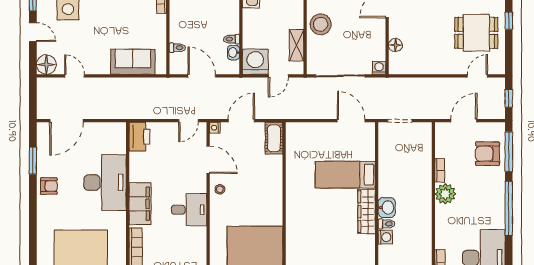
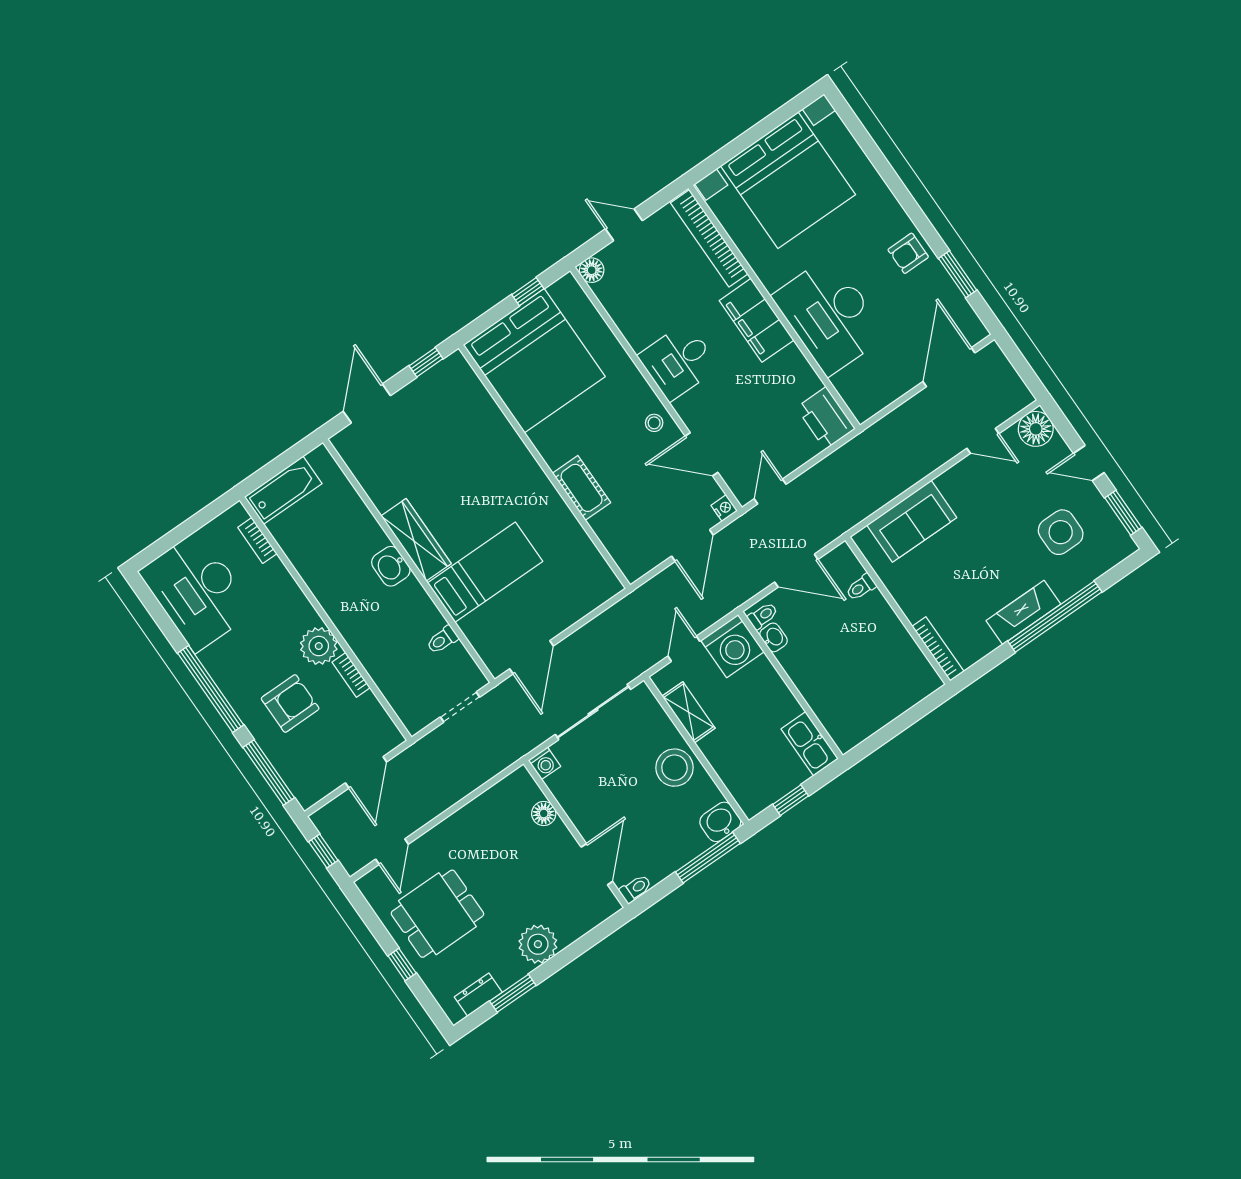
toilet: (232, 39) -> (763, 616), moved
door: (351, 121) -> (531, 657), hinge flipped
cot: (274, 138) -> (582, 488), moved
armchair: (487, 154) -> (290, 703), moved
toilet: (387, 224) -> (442, 640), moved
washing machine: (385, 237) -> (363, 521), removed

